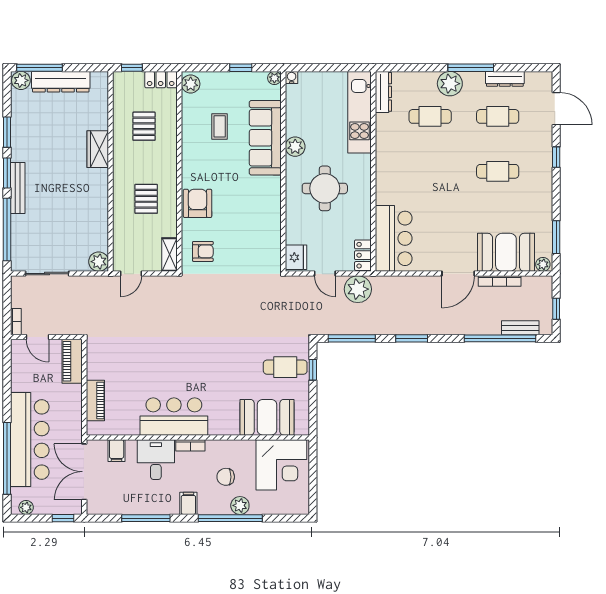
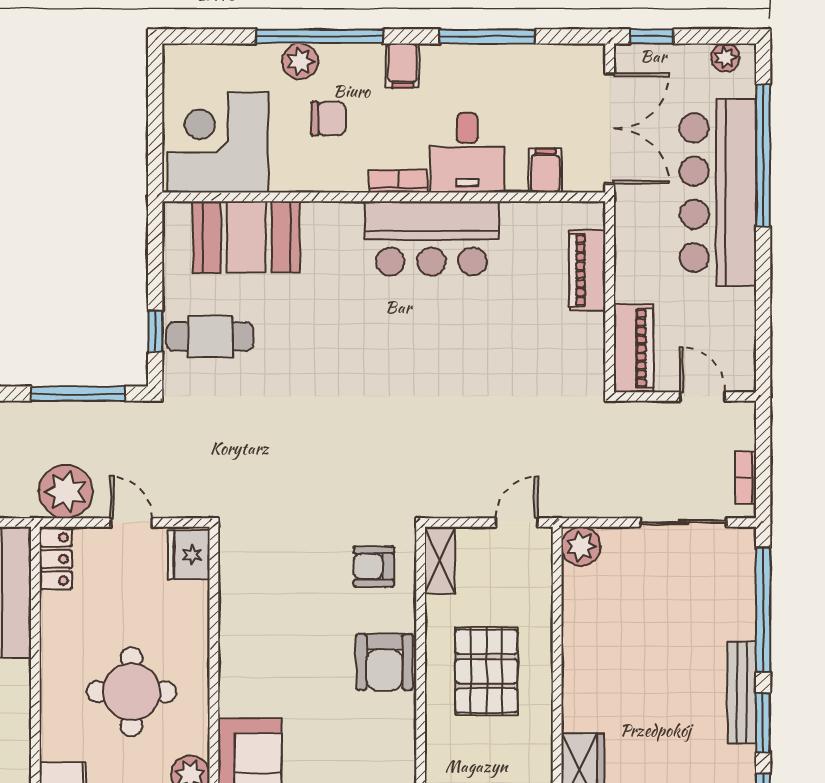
pallet: (146, 199) -> (486, 671), width x1.50, depth x1.42
bookcase: (16, 322) -> (746, 478), moved

